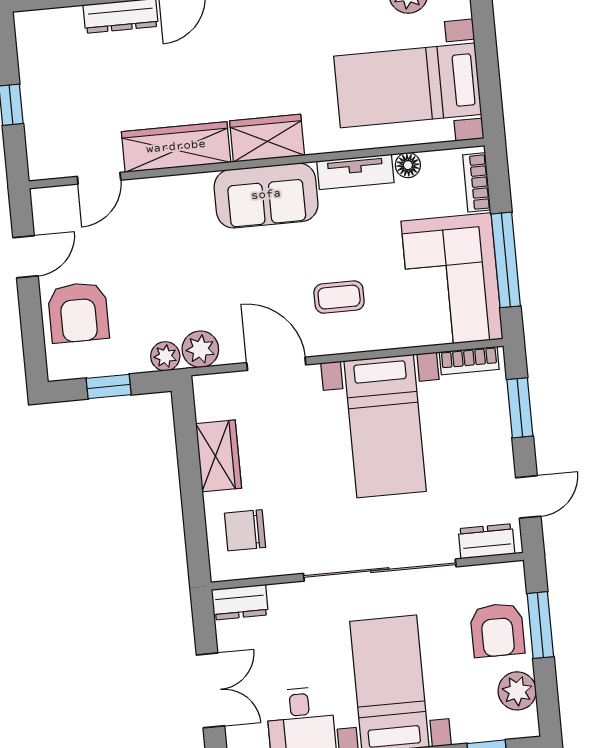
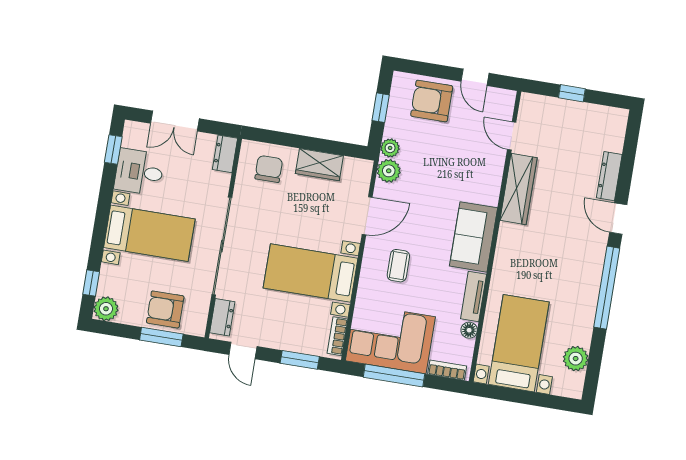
wardrobe: (267, 138) -> (509, 247), removed
plant: (517, 691) -> (106, 309), moved

